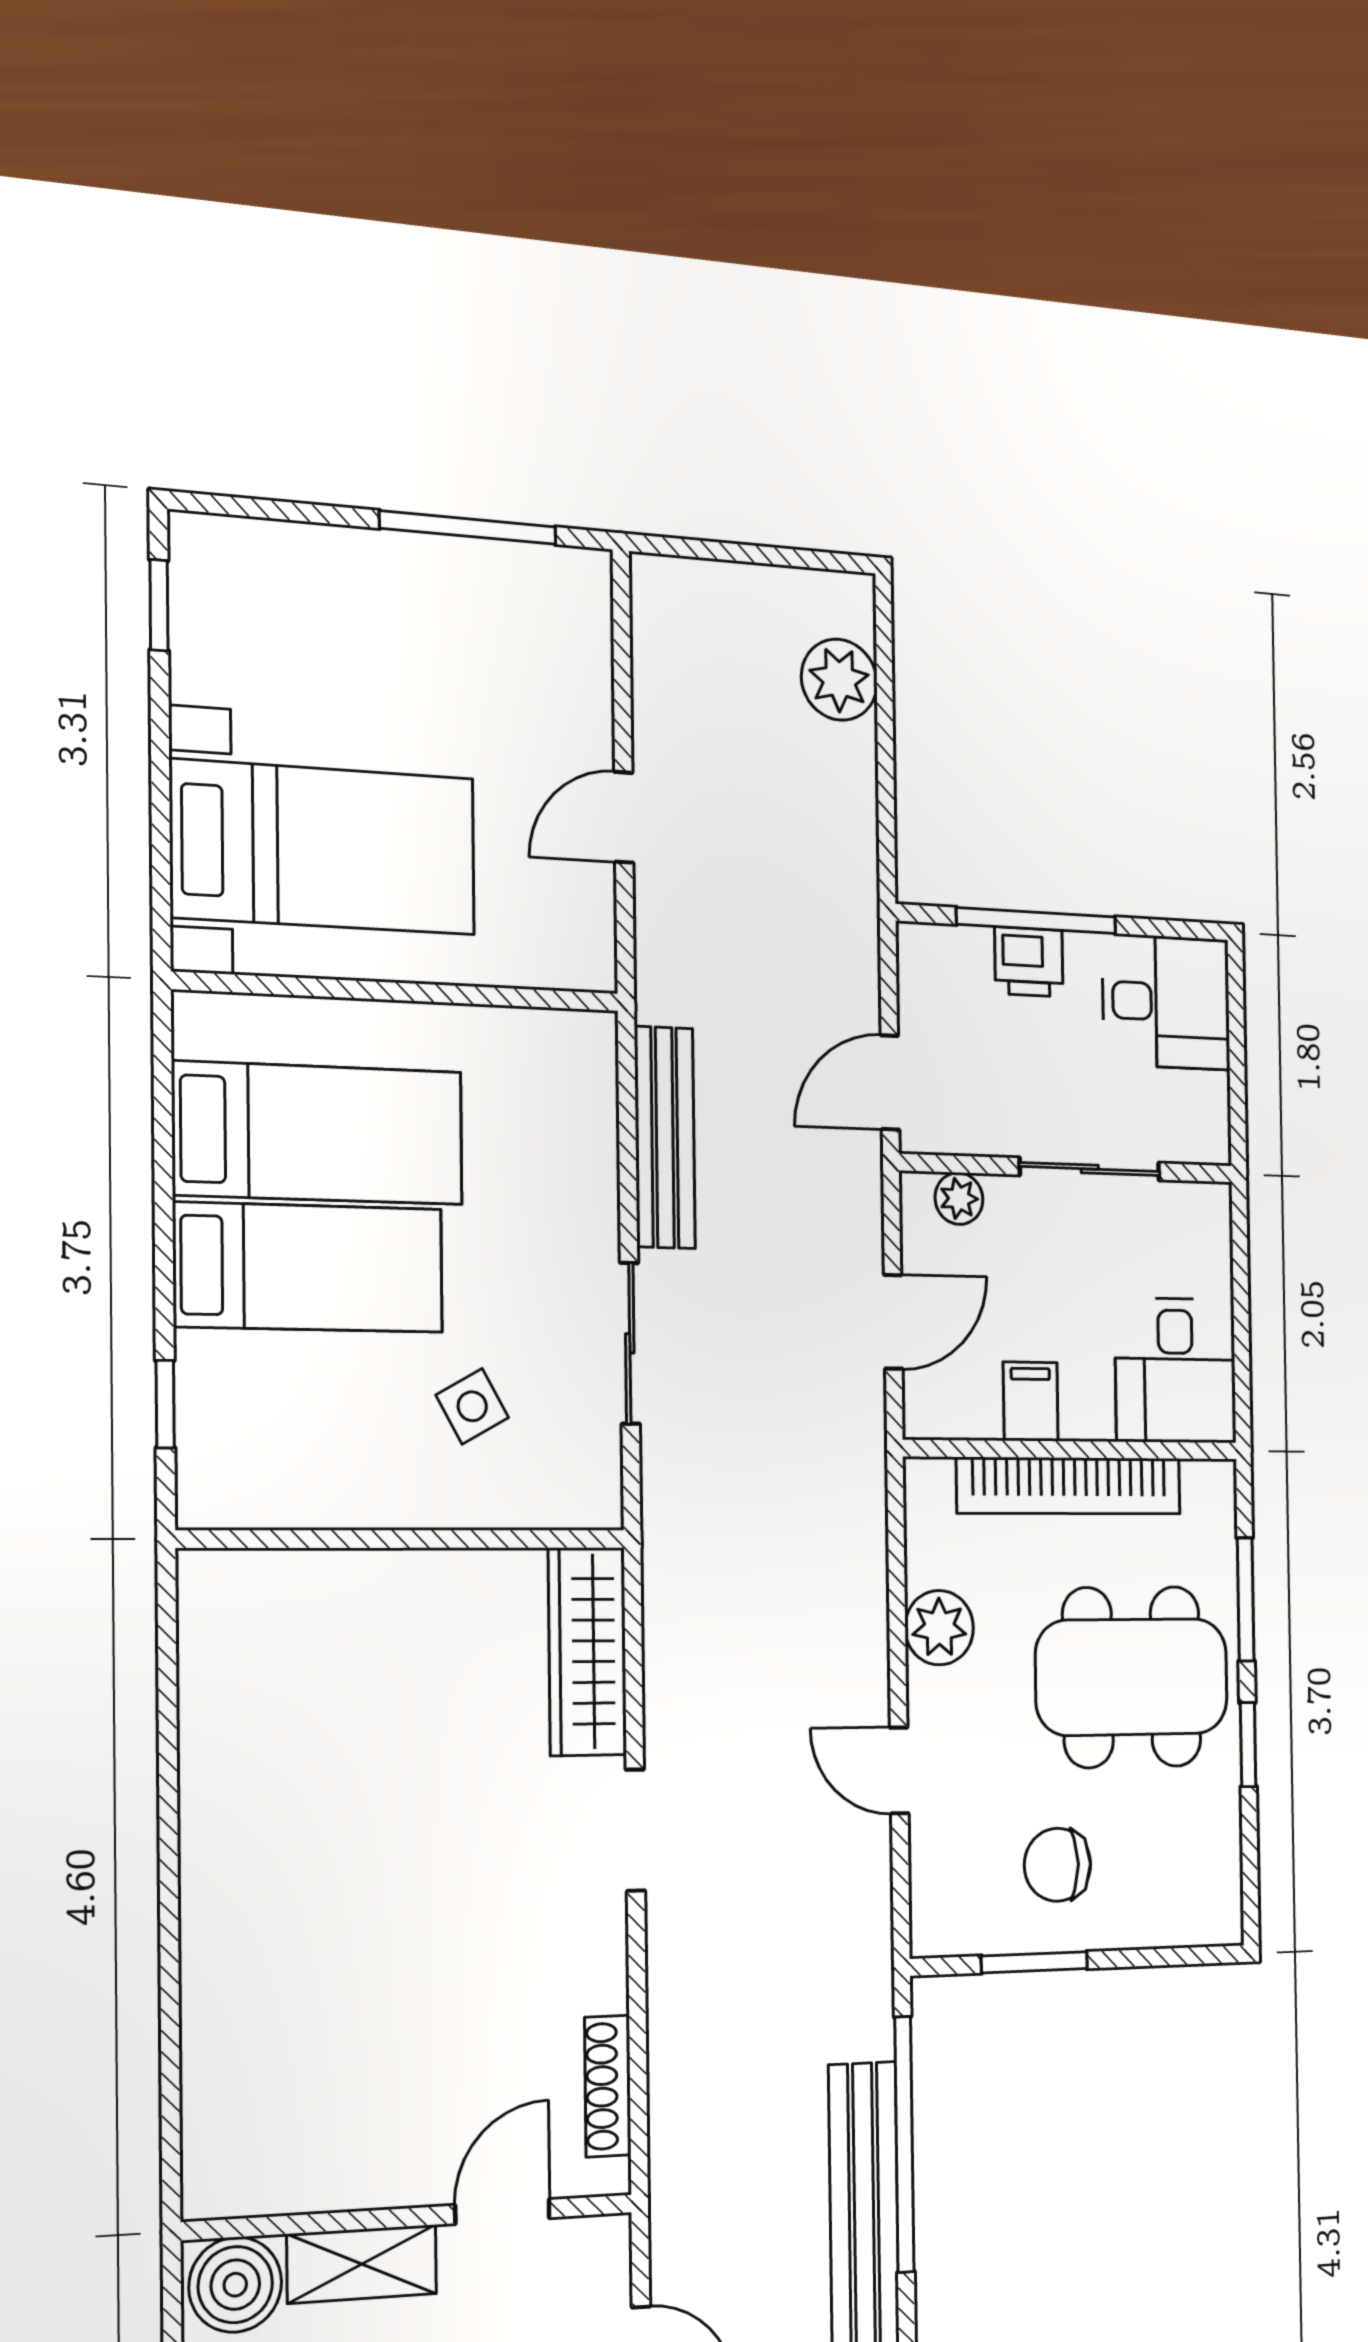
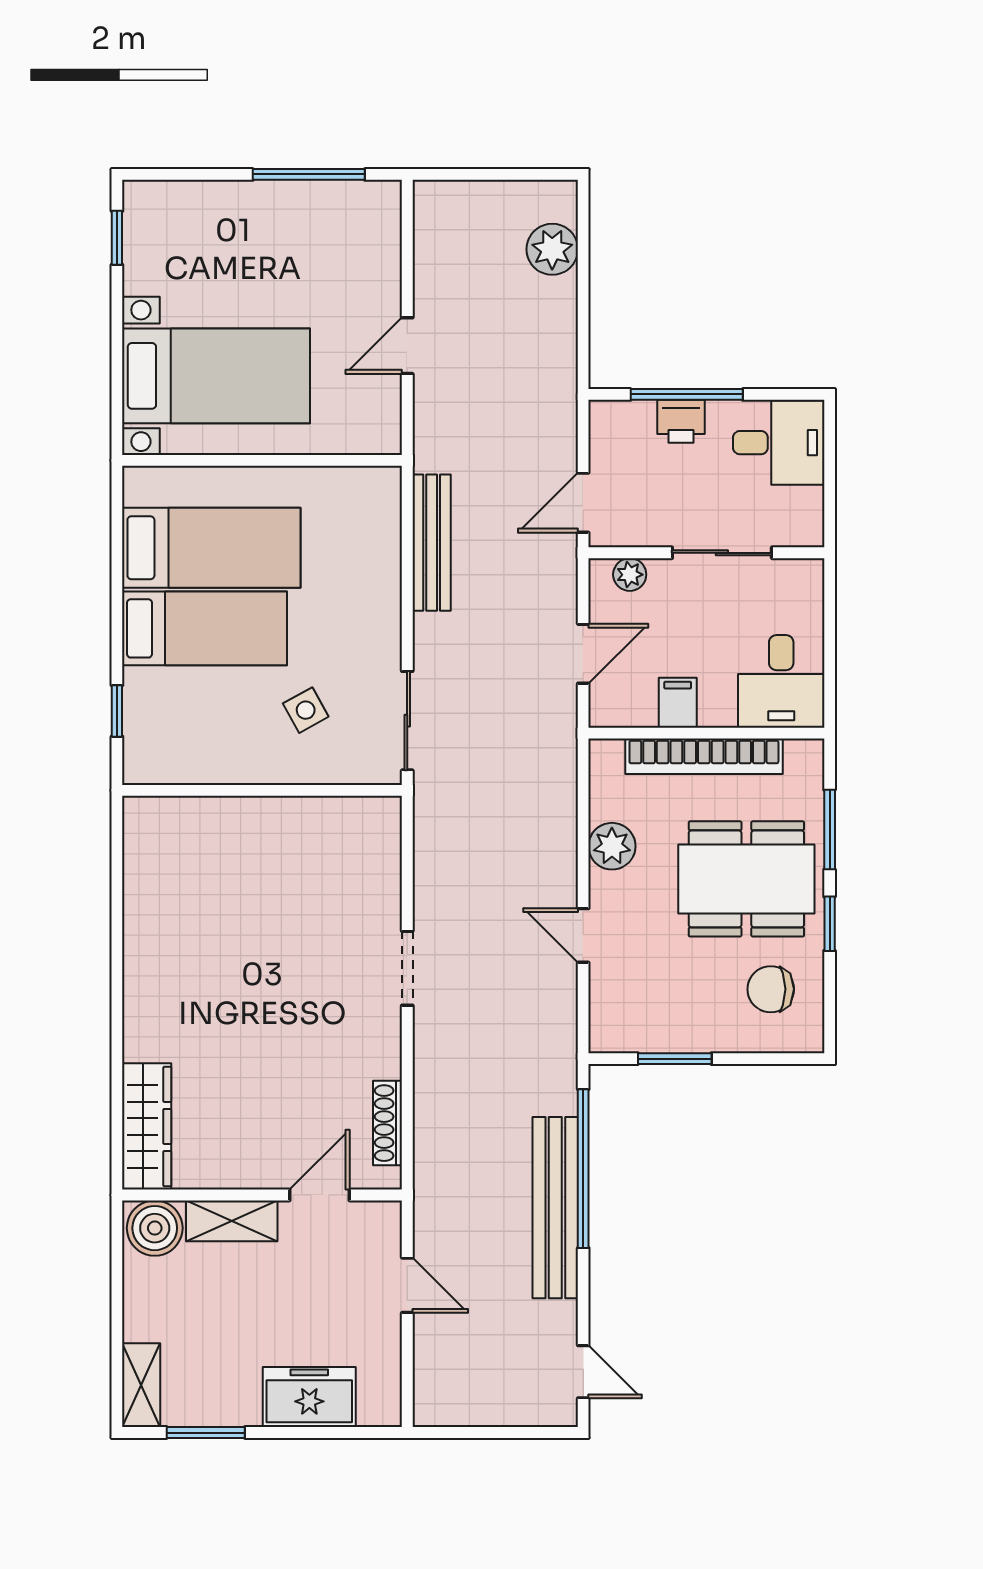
sliding door: (630, 1343) -> (407, 721), moved
wardrobe: (587, 1651) -> (147, 1126), moved, turned 180
chair: (1057, 1865) -> (771, 989), moved

